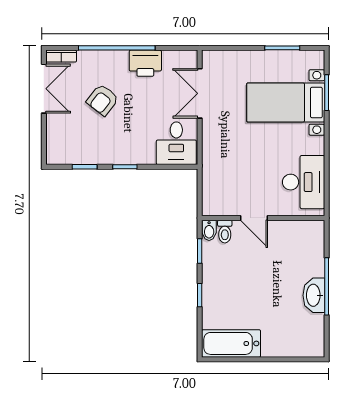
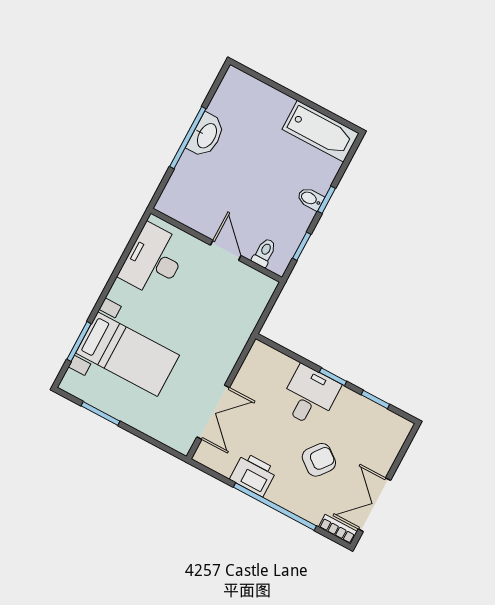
desk: (176, 143) -> (309, 396), moved
bidet: (209, 230) -> (310, 199), moved, turned -90

